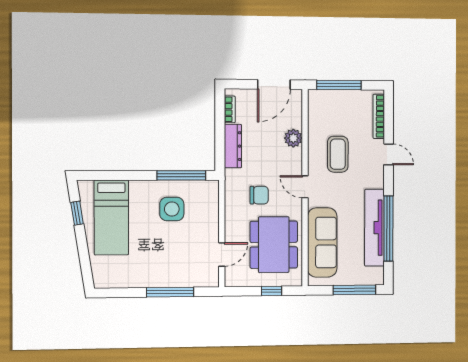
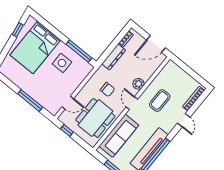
window: (339, 85) -> (186, 69), removed
plant: (293, 138) -> (138, 84), moved
bed: (111, 217) -> (35, 47), width x1.50
window: (272, 291) -> (67, 130), moved

